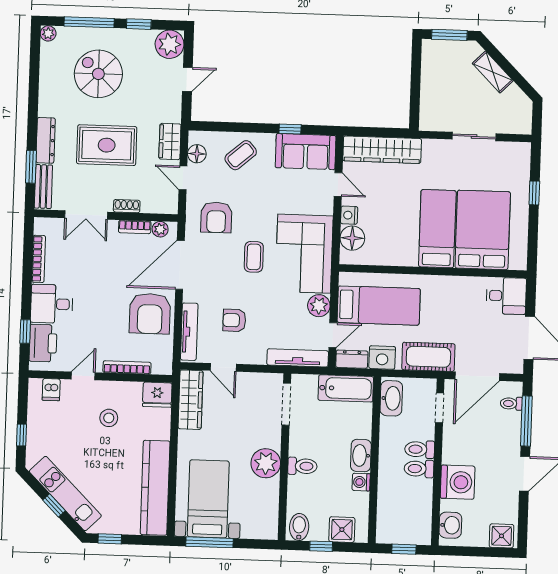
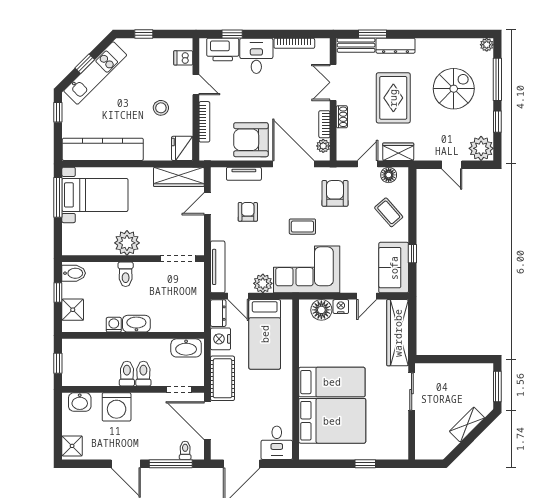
sliding door: (474, 136) -> (412, 392), moved
armchair: (216, 217) -> (335, 193), turned 90
tv unit: (189, 332) -> (244, 174), width x0.71
bathtub: (346, 388) -> (193, 309), removed

